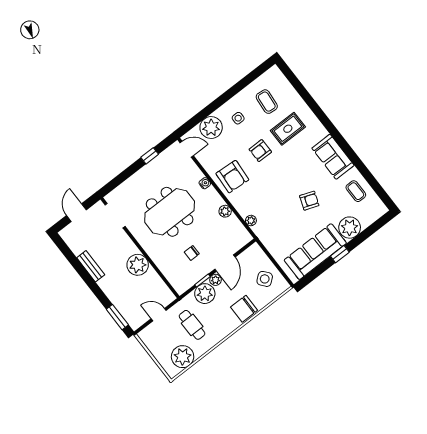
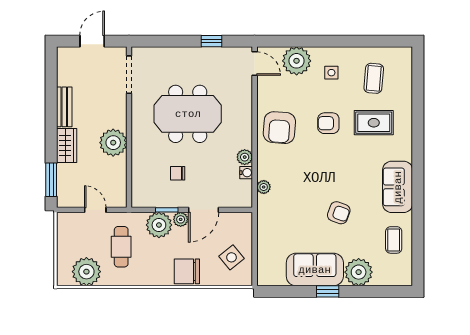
water cooler: (205, 183) -> (246, 173), moved
sofa: (315, 252) -> (315, 270), width x0.73
wardrobe: (110, 289) -> (67, 145), added

